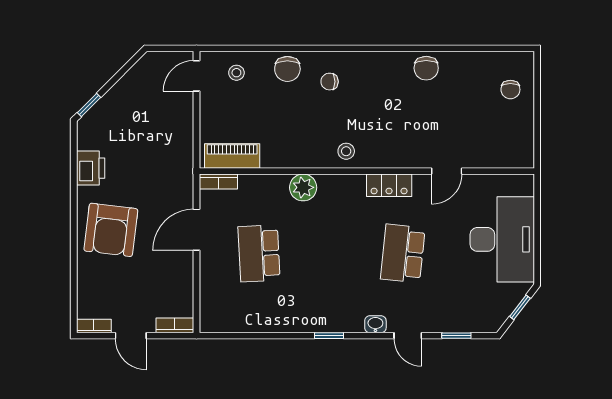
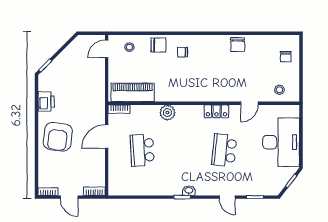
chair: (287, 69) -> (158, 45), turned -90
stool: (346, 151) -> (279, 90), moved
piano: (232, 156) -> (133, 92), width x1.37, depth x1.33
washbasin: (375, 324) -> (189, 191), moved

